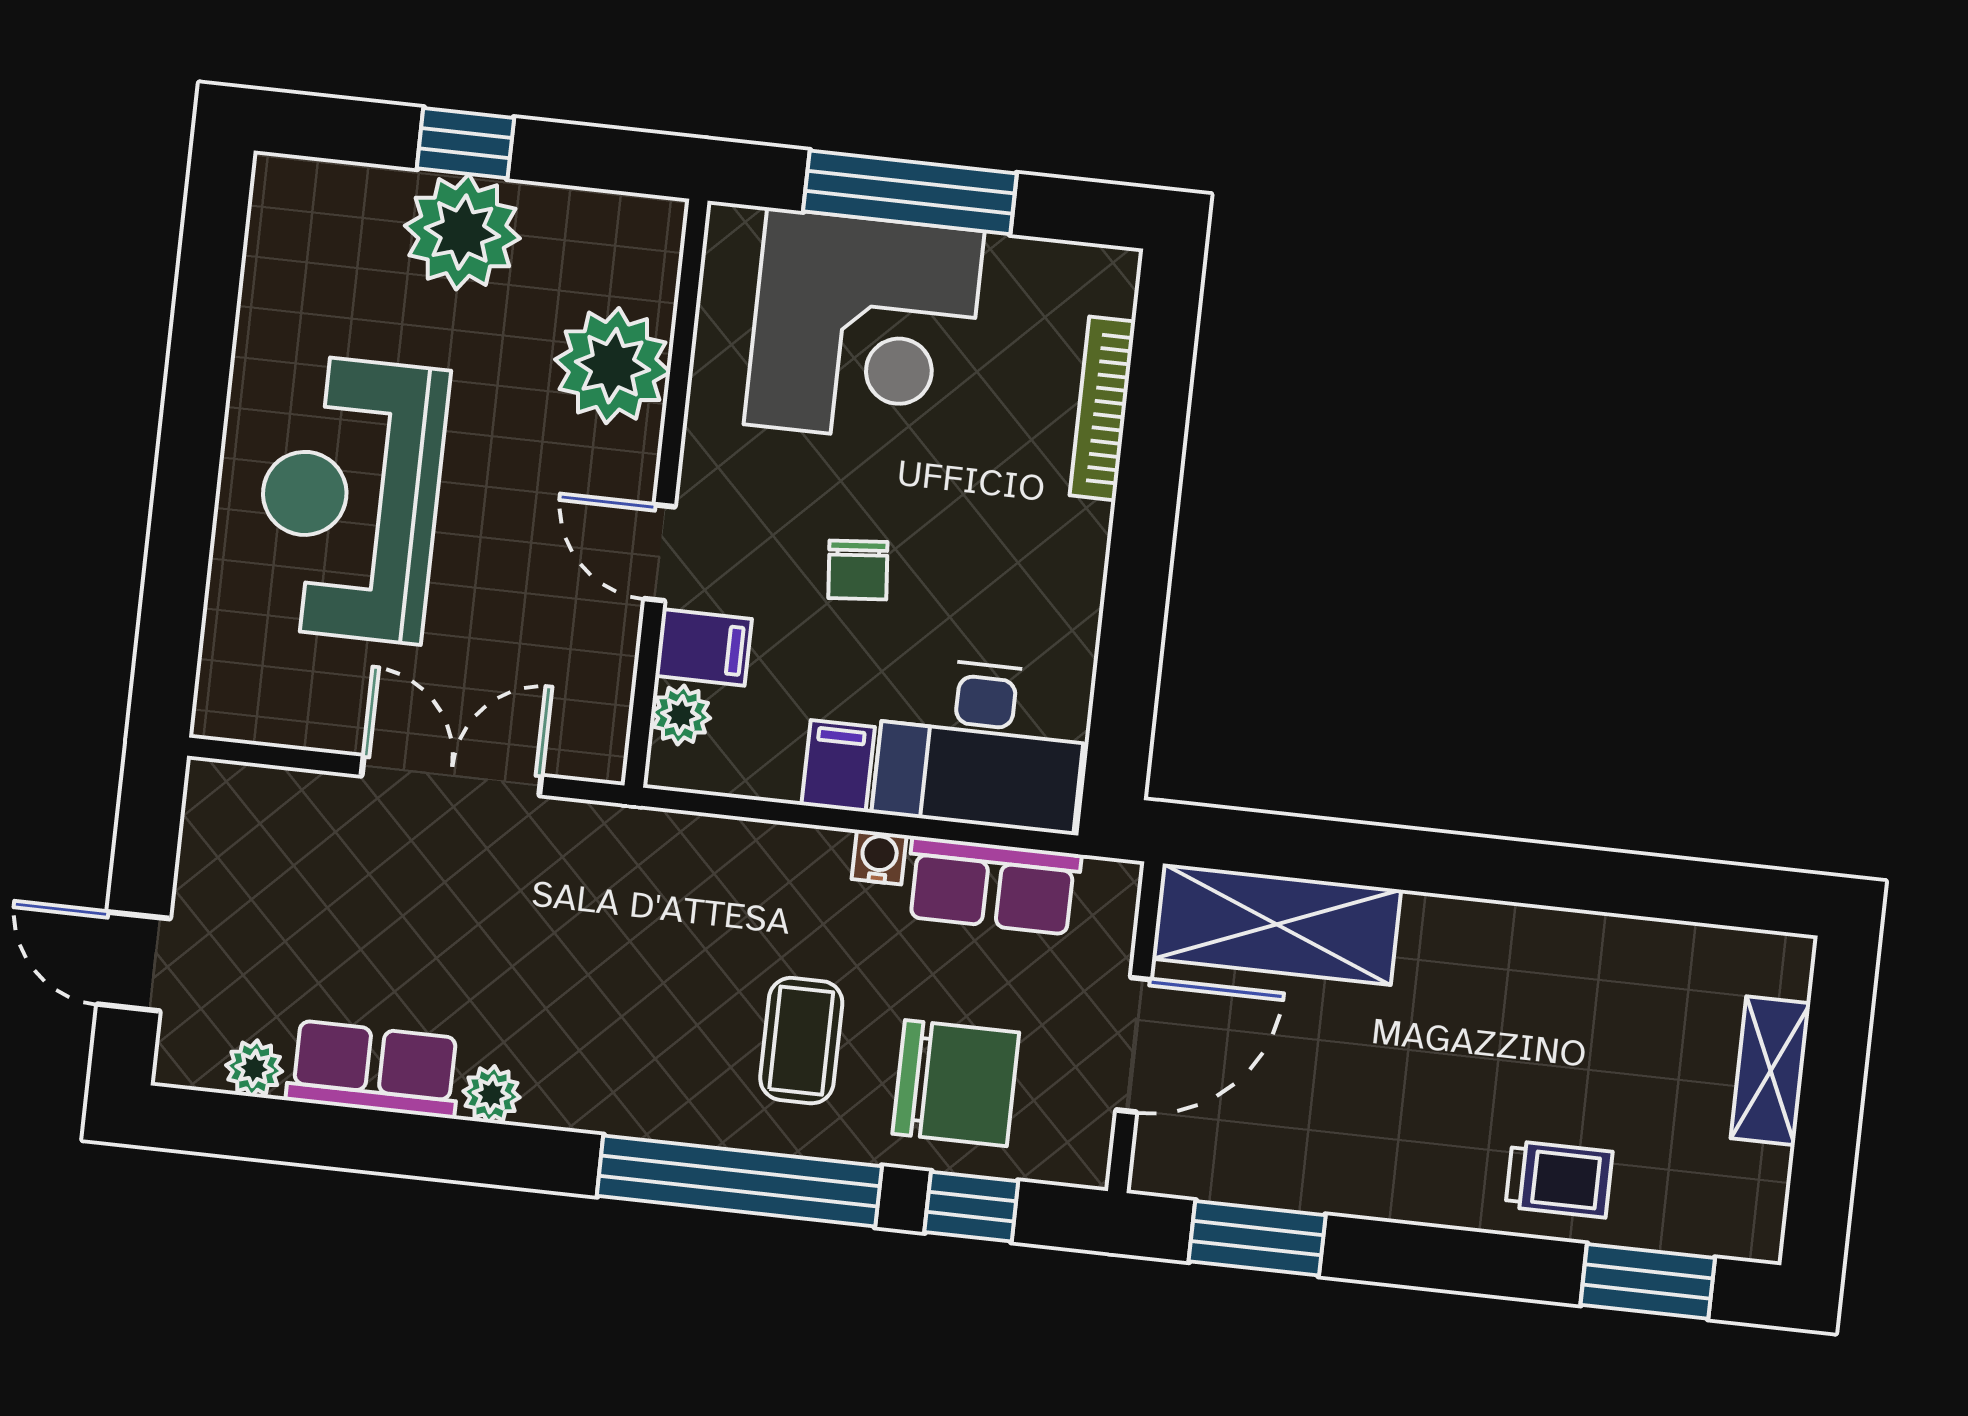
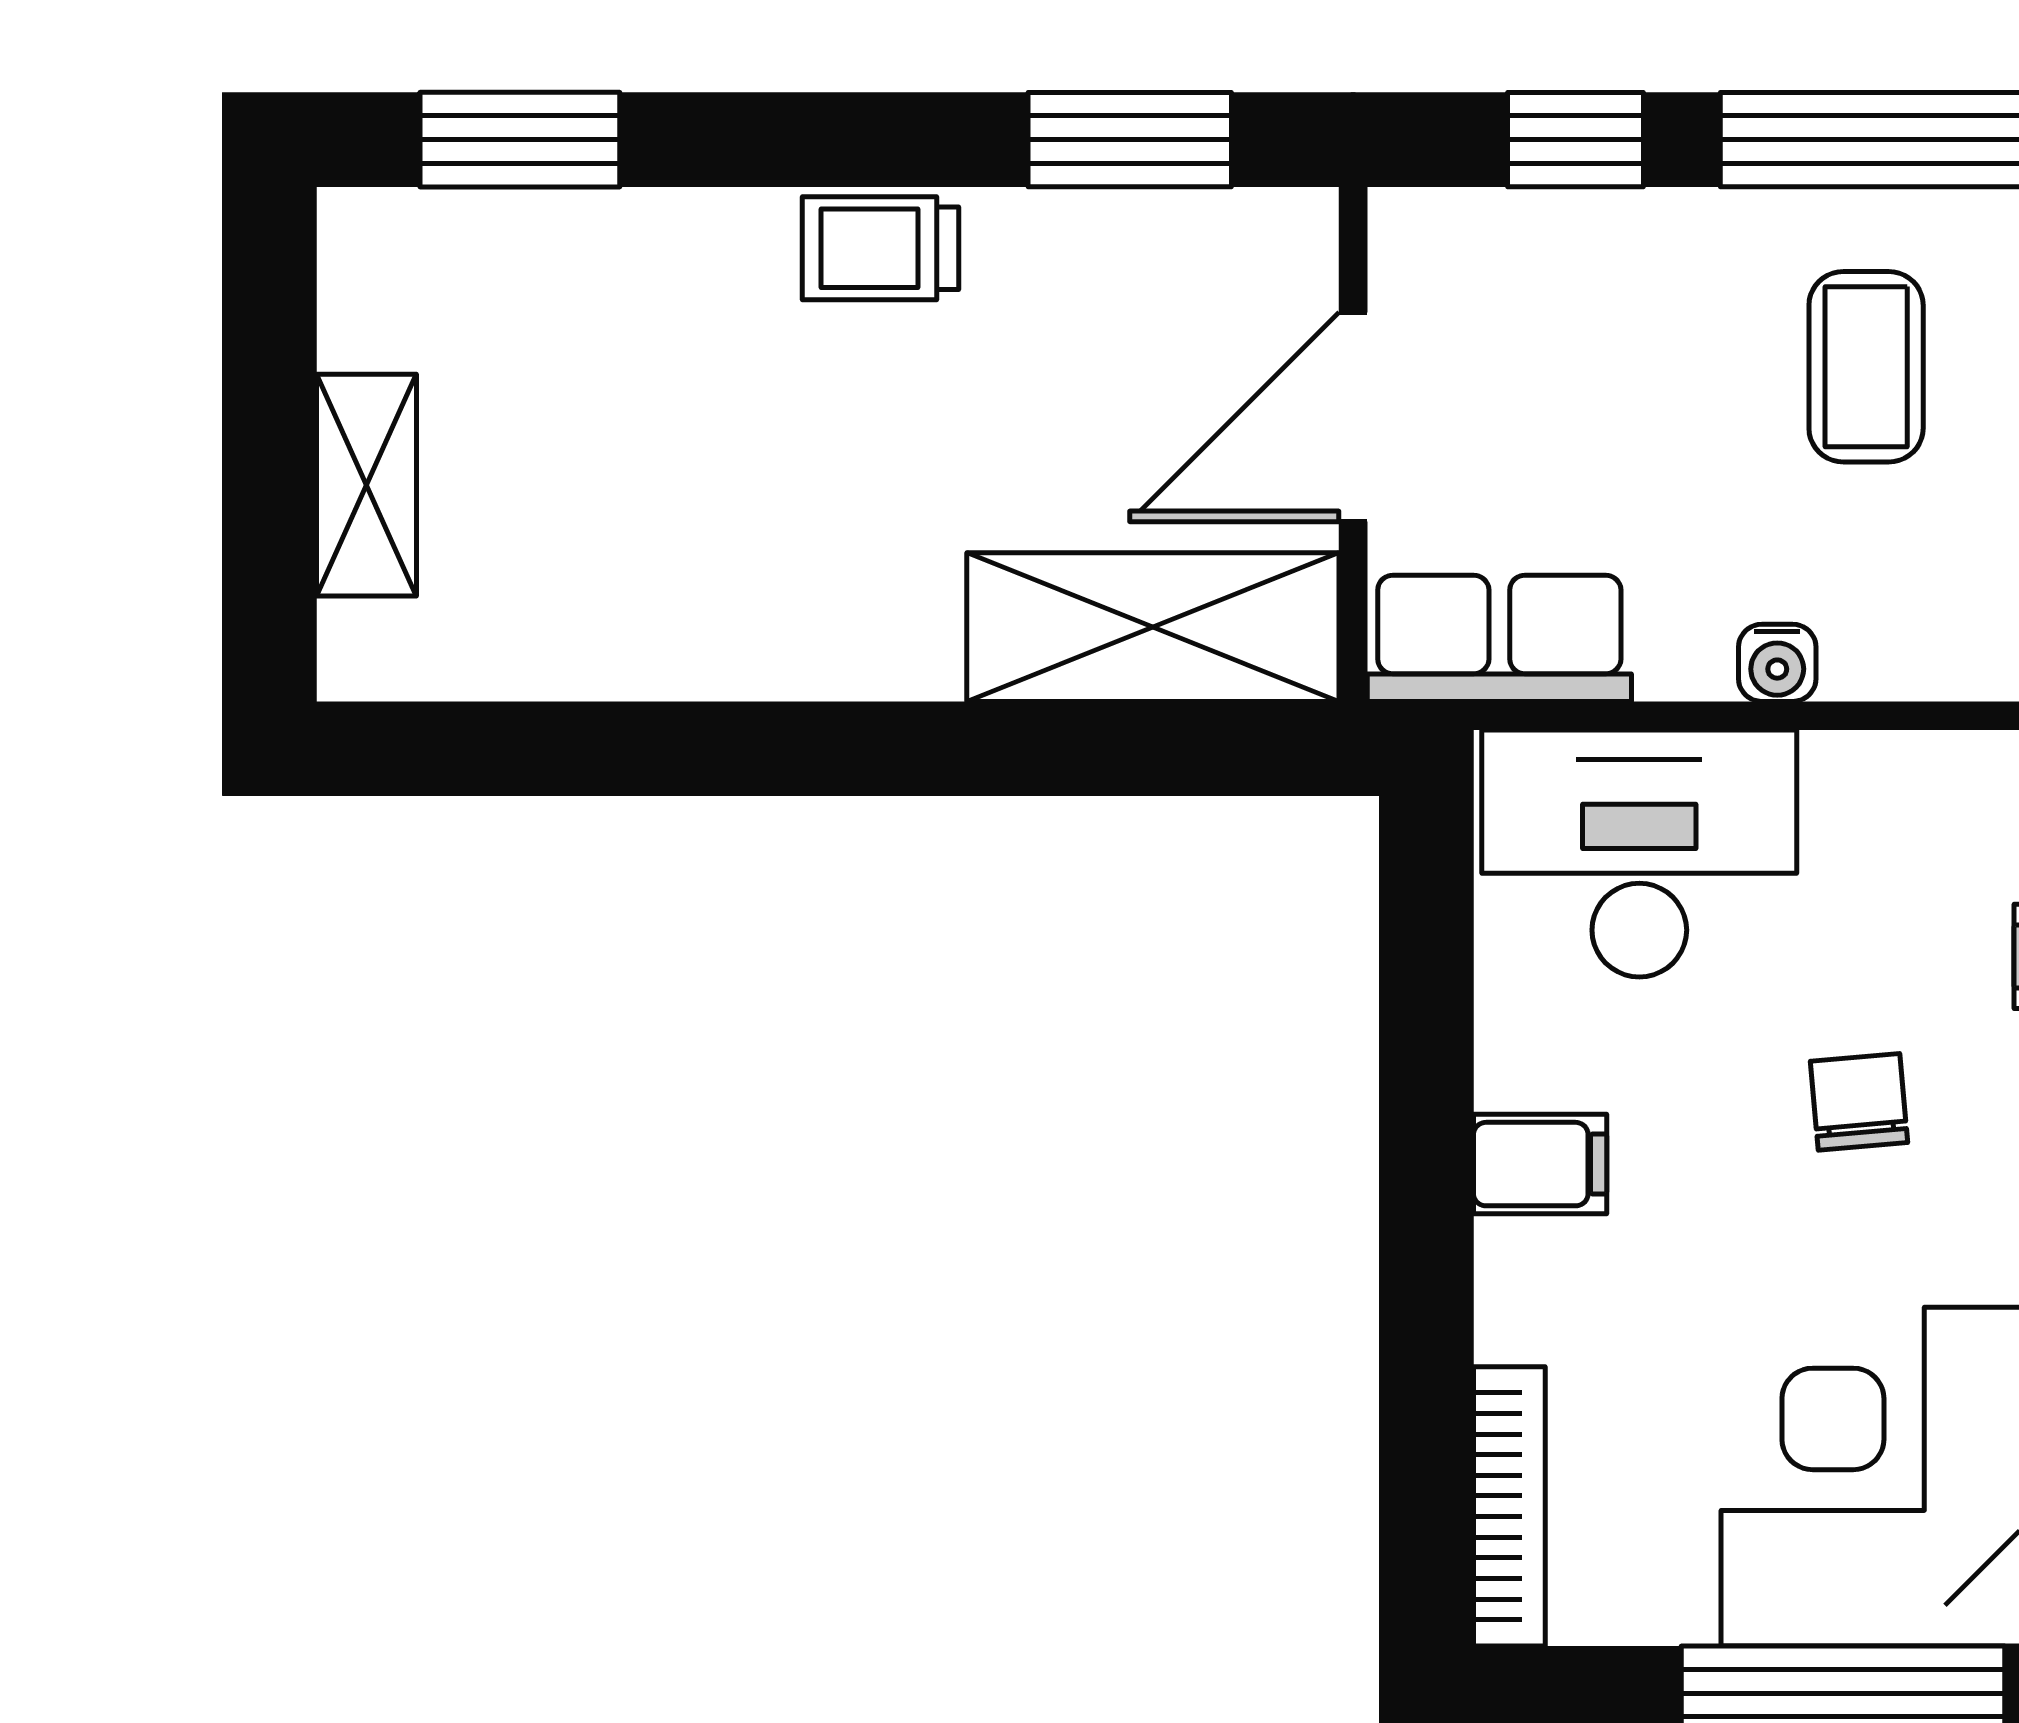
bookcase: (1102, 408) -> (1509, 1506), moved
filing cabinet: (838, 766) -> (1540, 1164), moved, turned -90
row of seats: (993, 886) -> (1499, 638), moved
chair: (956, 1083) -> (1621, 327), removed
trolley: (1559, 1179) -> (880, 248), moved

